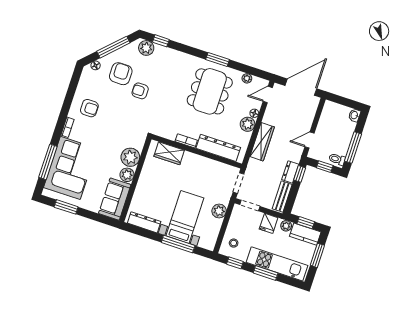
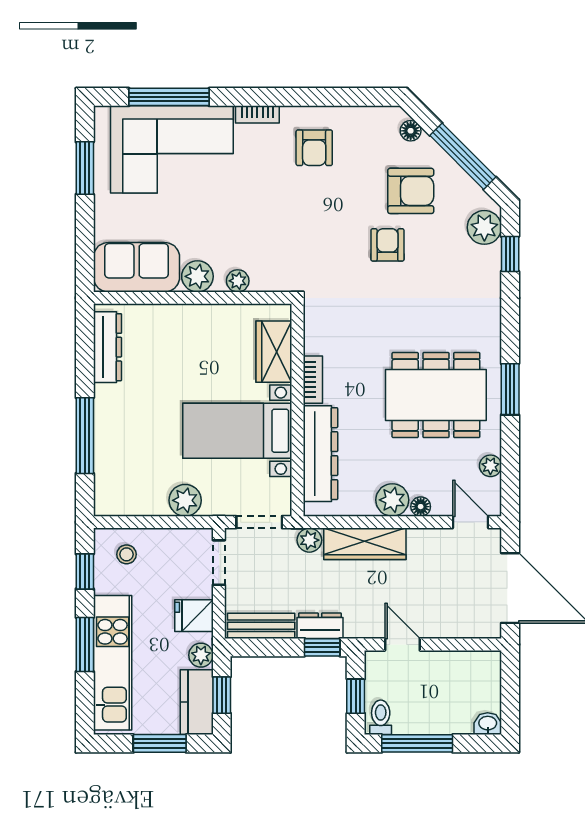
plant: (130, 157) -> (238, 281), width x0.53, depth x0.53
plant: (253, 164) -> (309, 540), added
bed with nightstands: (185, 217) -> (237, 431), moved, turned 180

